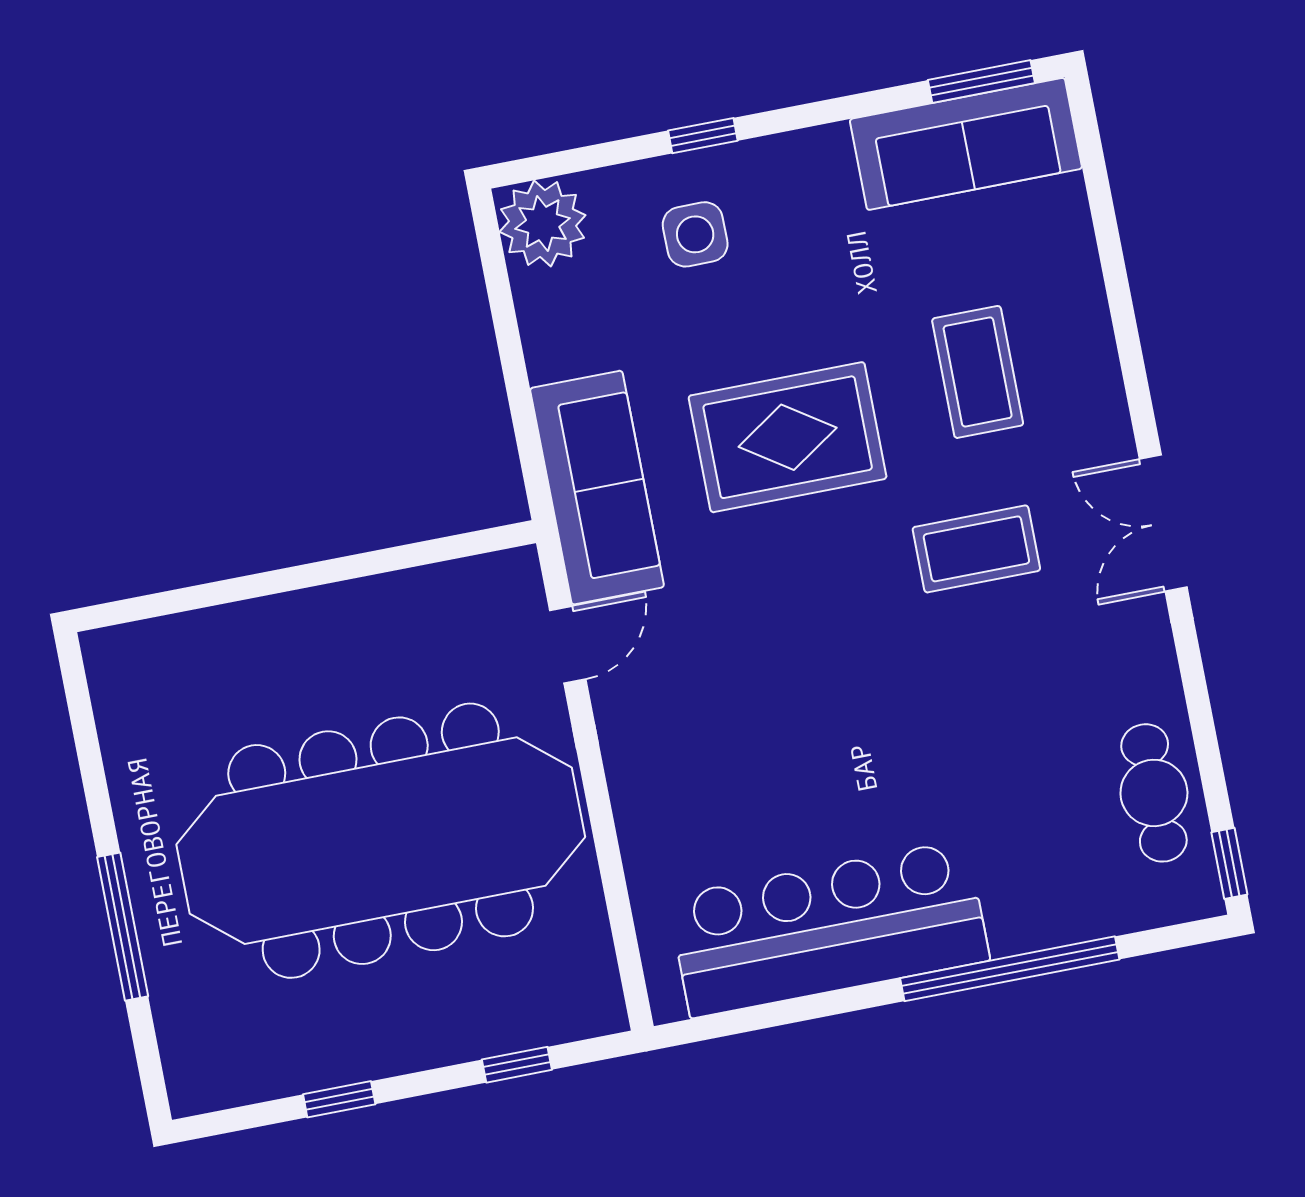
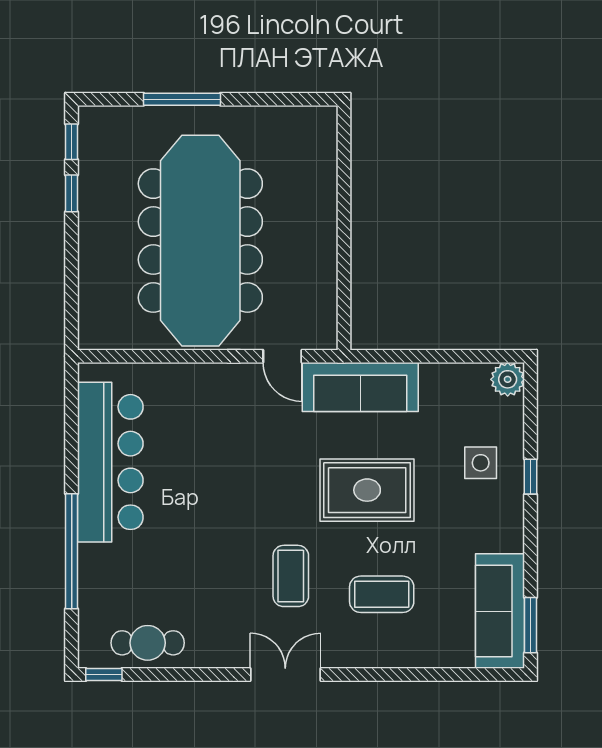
plant: (543, 223) -> (508, 379), width x0.73, depth x0.73
rug: (788, 437) -> (367, 490), turned 90
window: (517, 1065) -> (72, 142), moved

